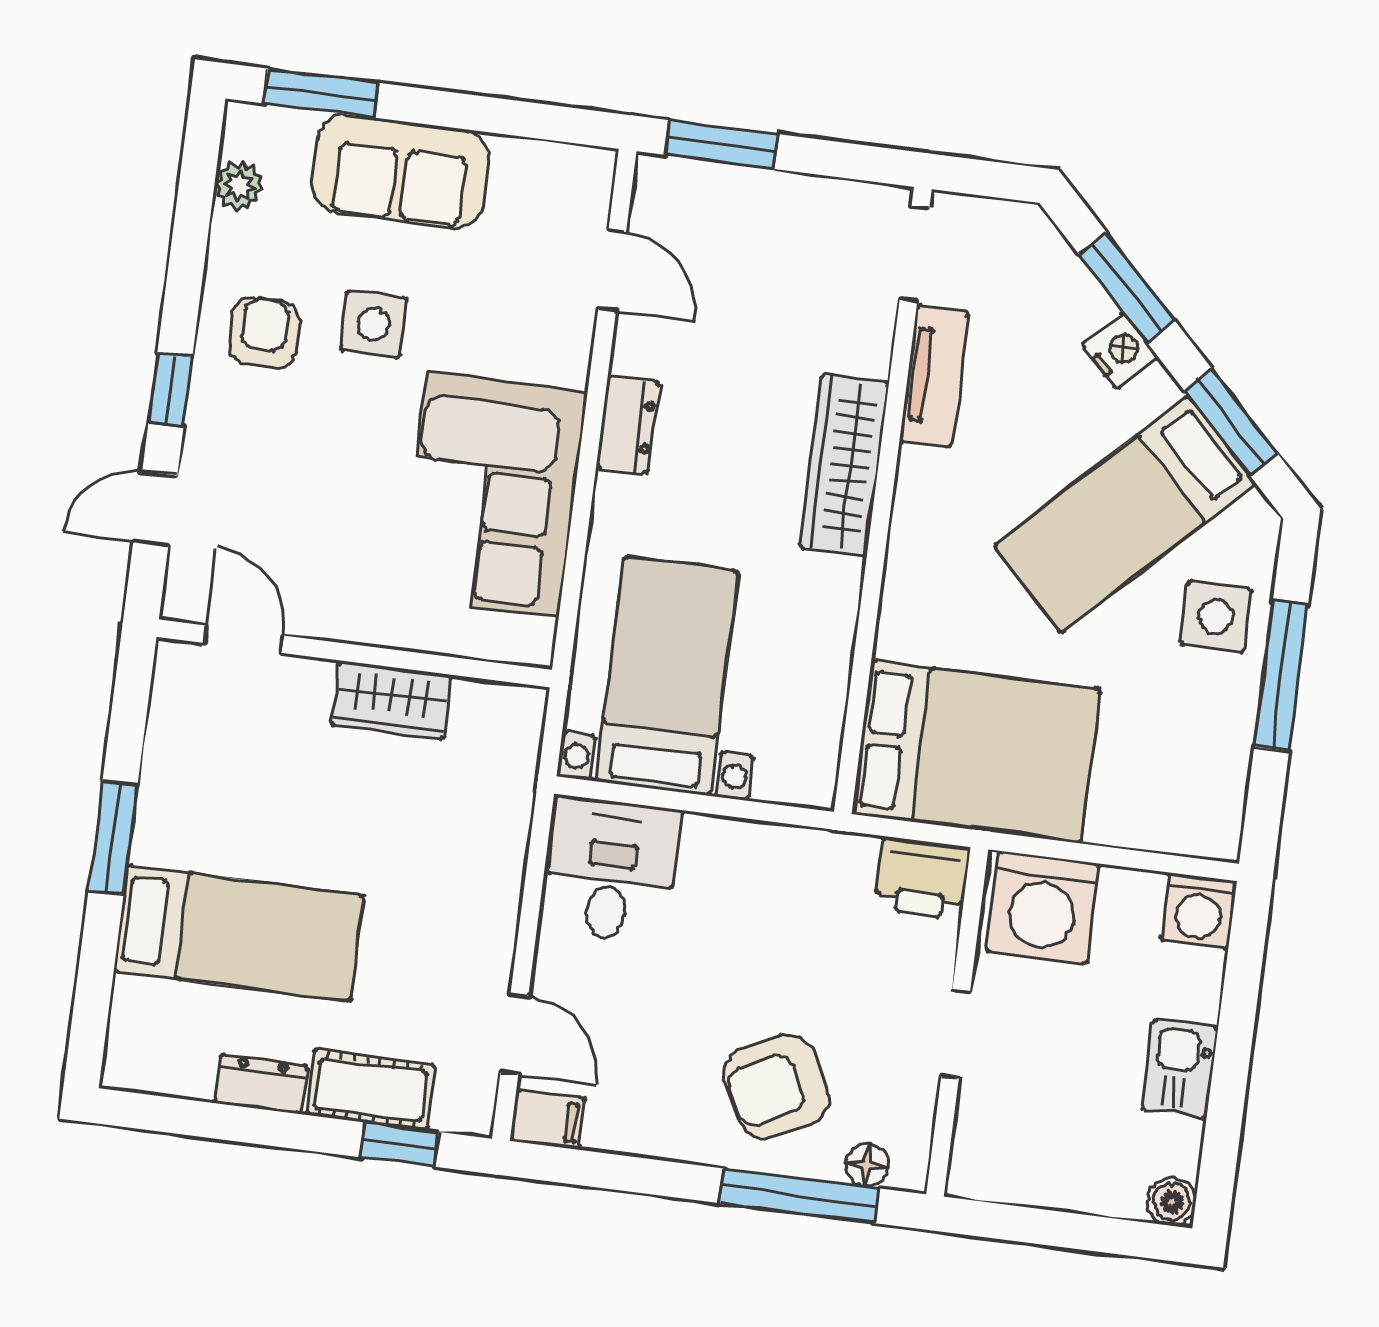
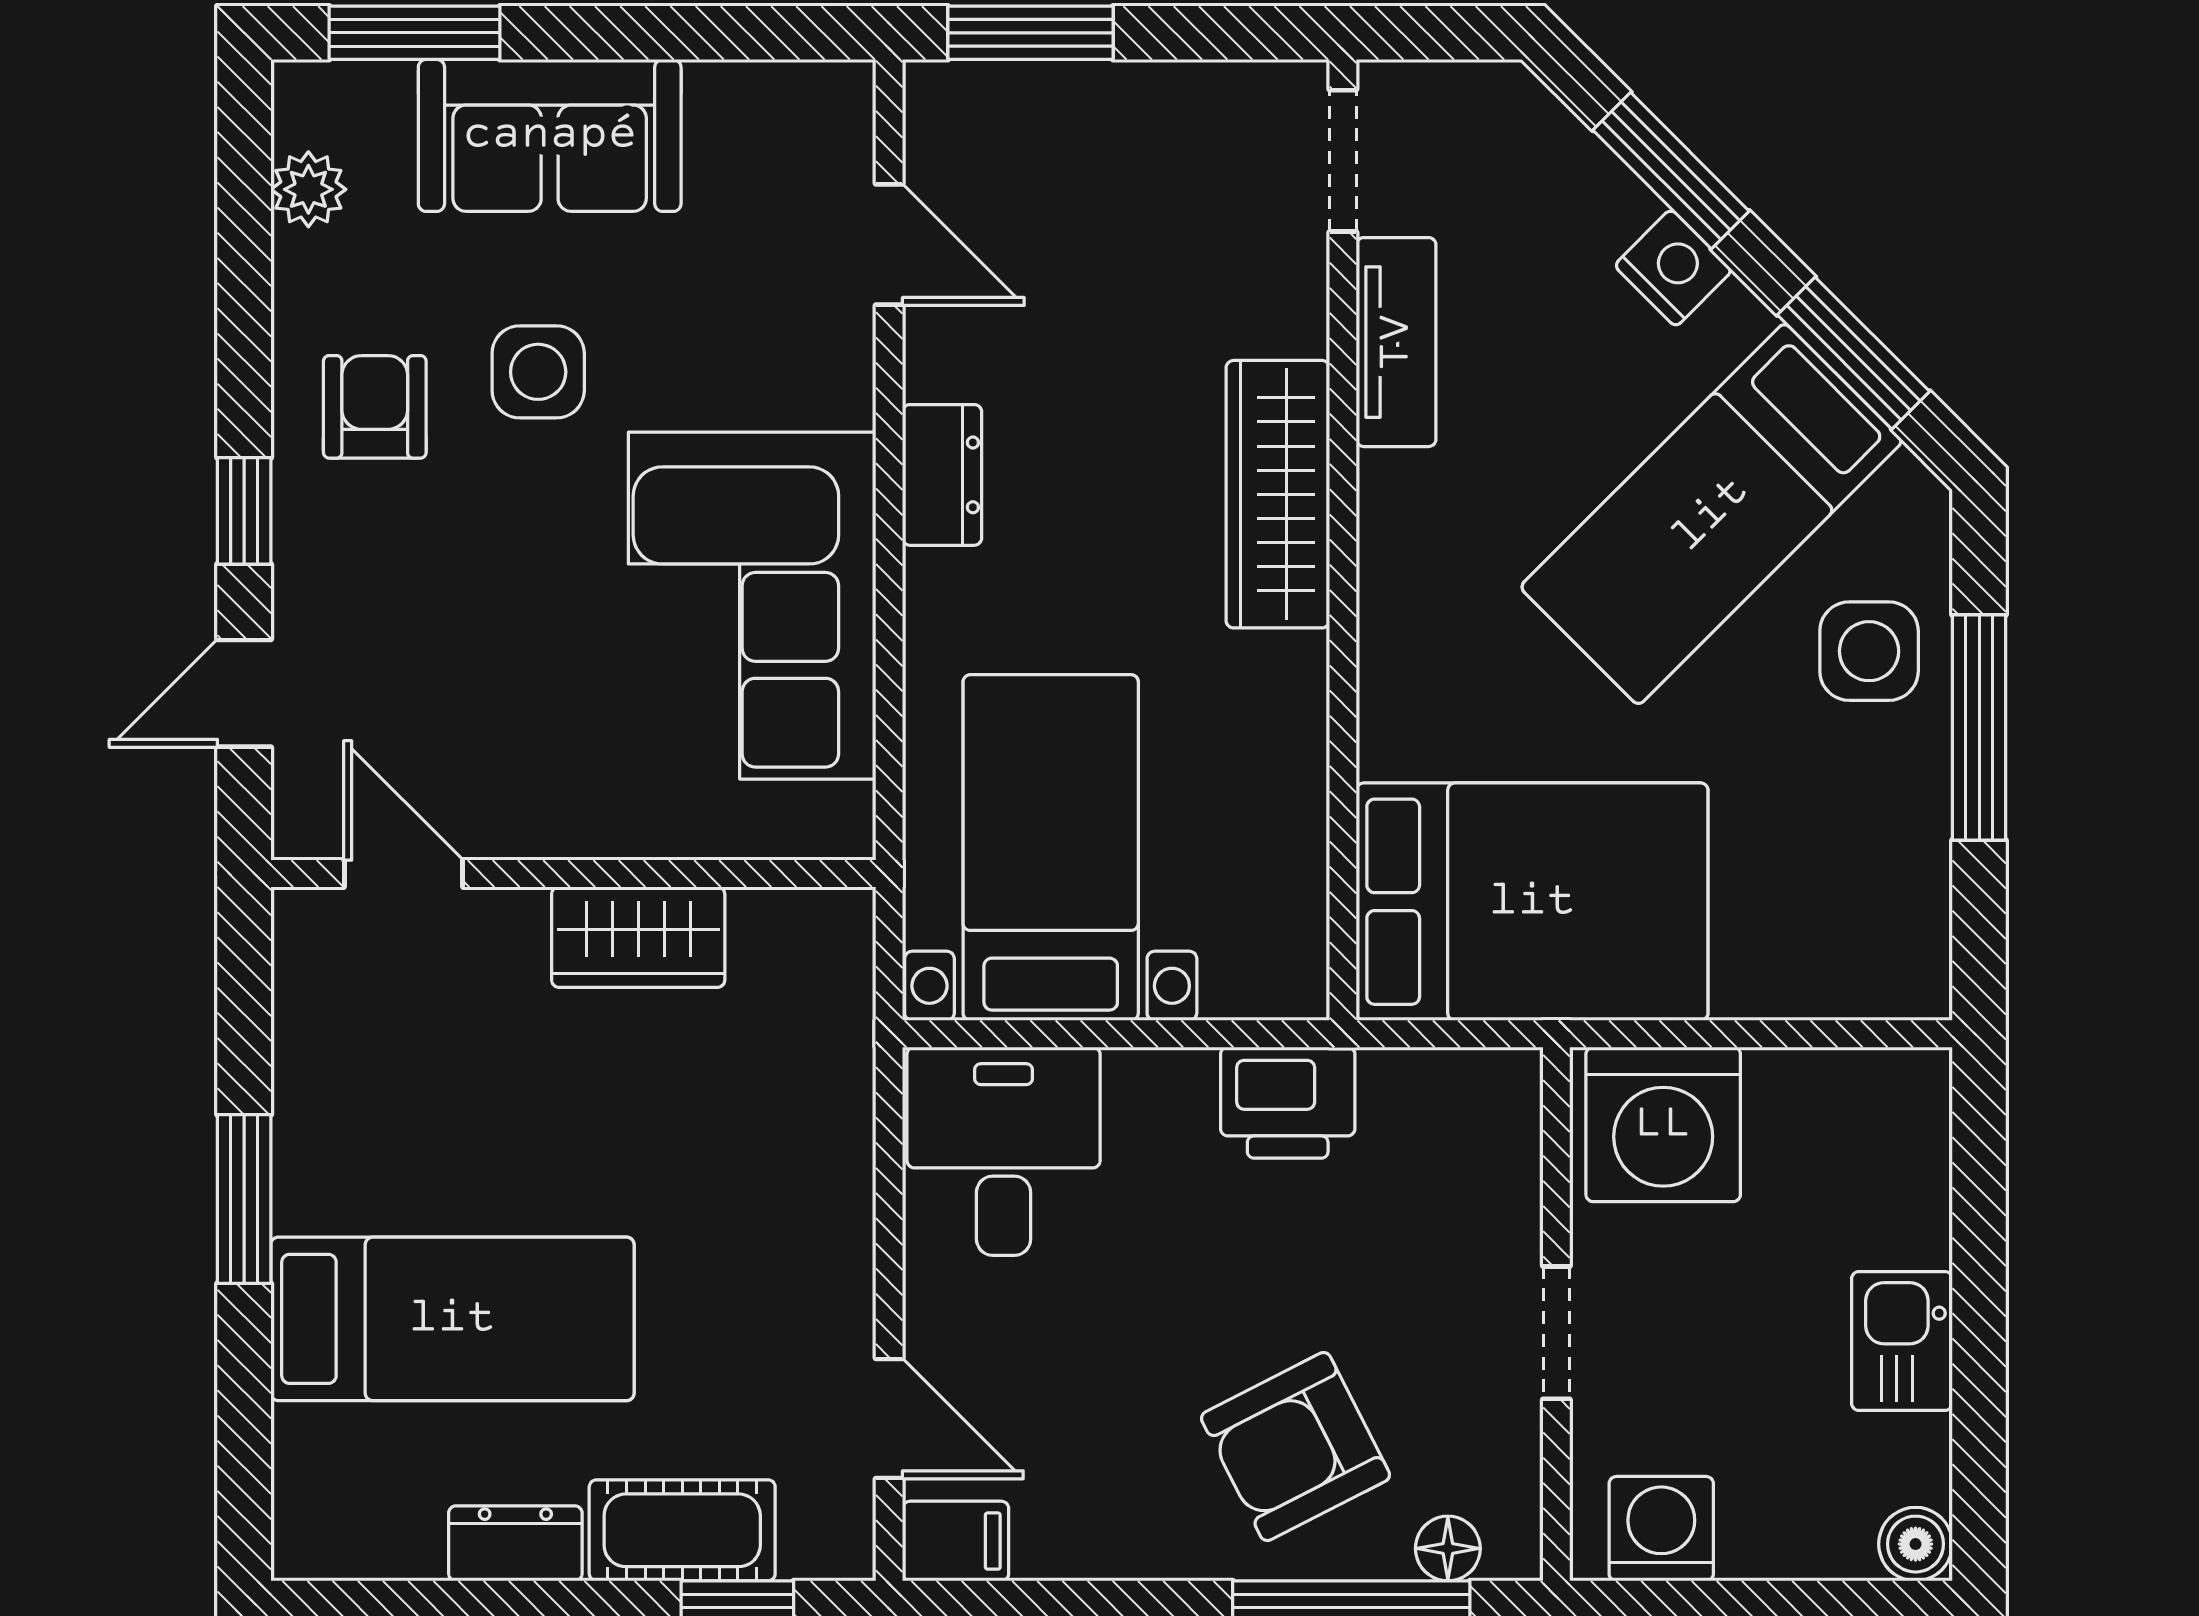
printer: (922, 878) -> (1288, 1103), moved
washing machine: (1199, 911) -> (1661, 1529), moved, turned 180

